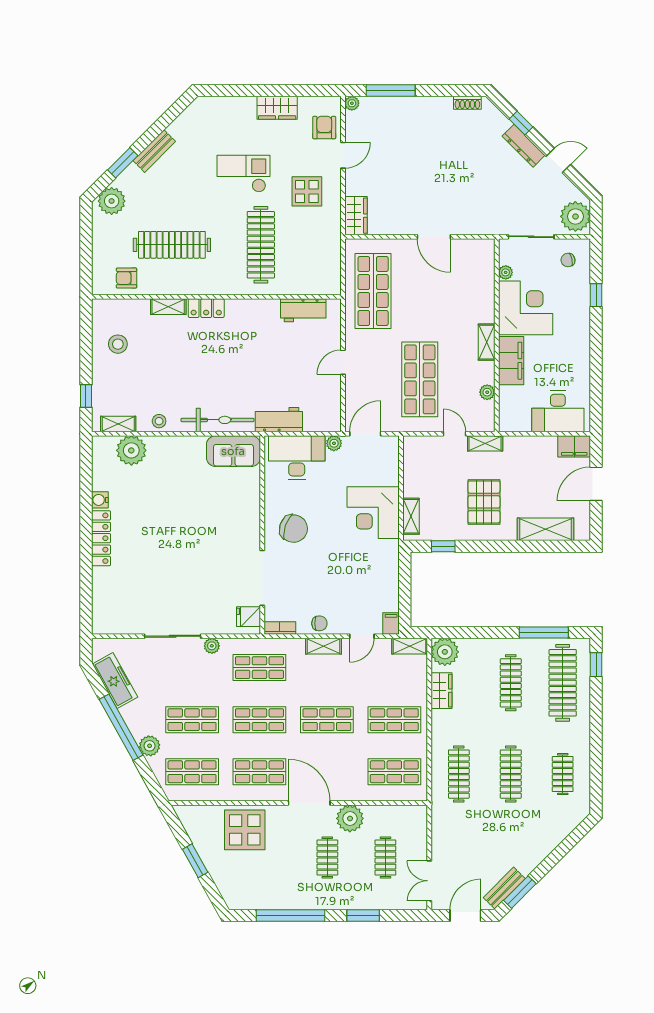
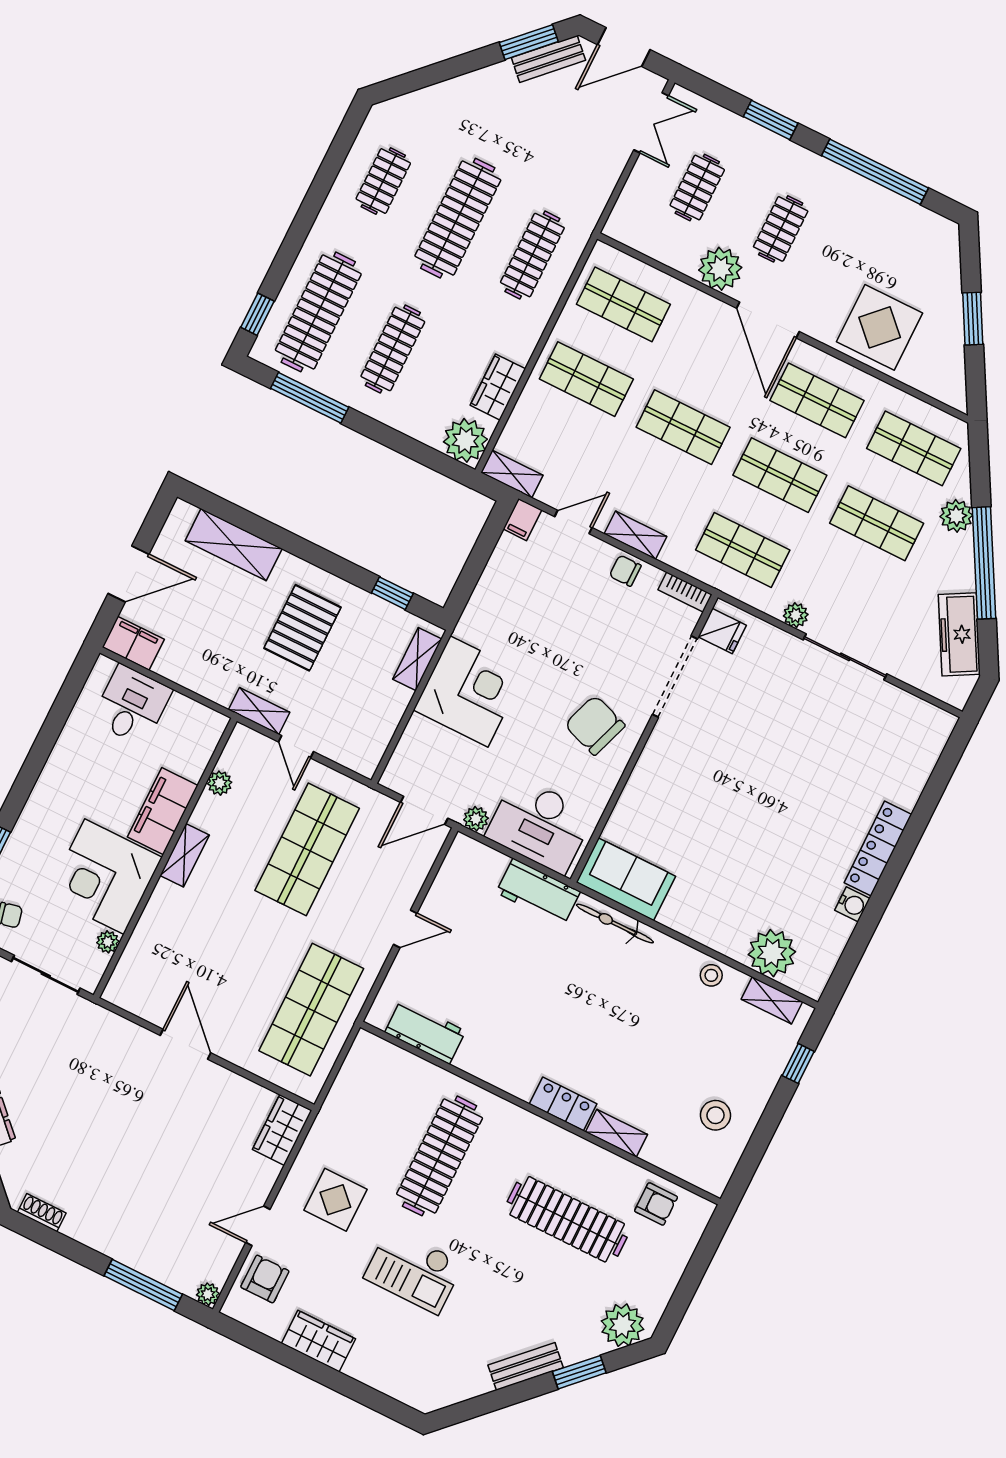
armchair: (324, 128) -> (265, 1279), turned 180
desk: (558, 411) -> (132, 705), width x0.73
bicycle: (217, 420) -> (615, 924), width x0.73, depth x0.71
clothes rail: (511, 774) -> (458, 218), width x1.37, depth x1.31

